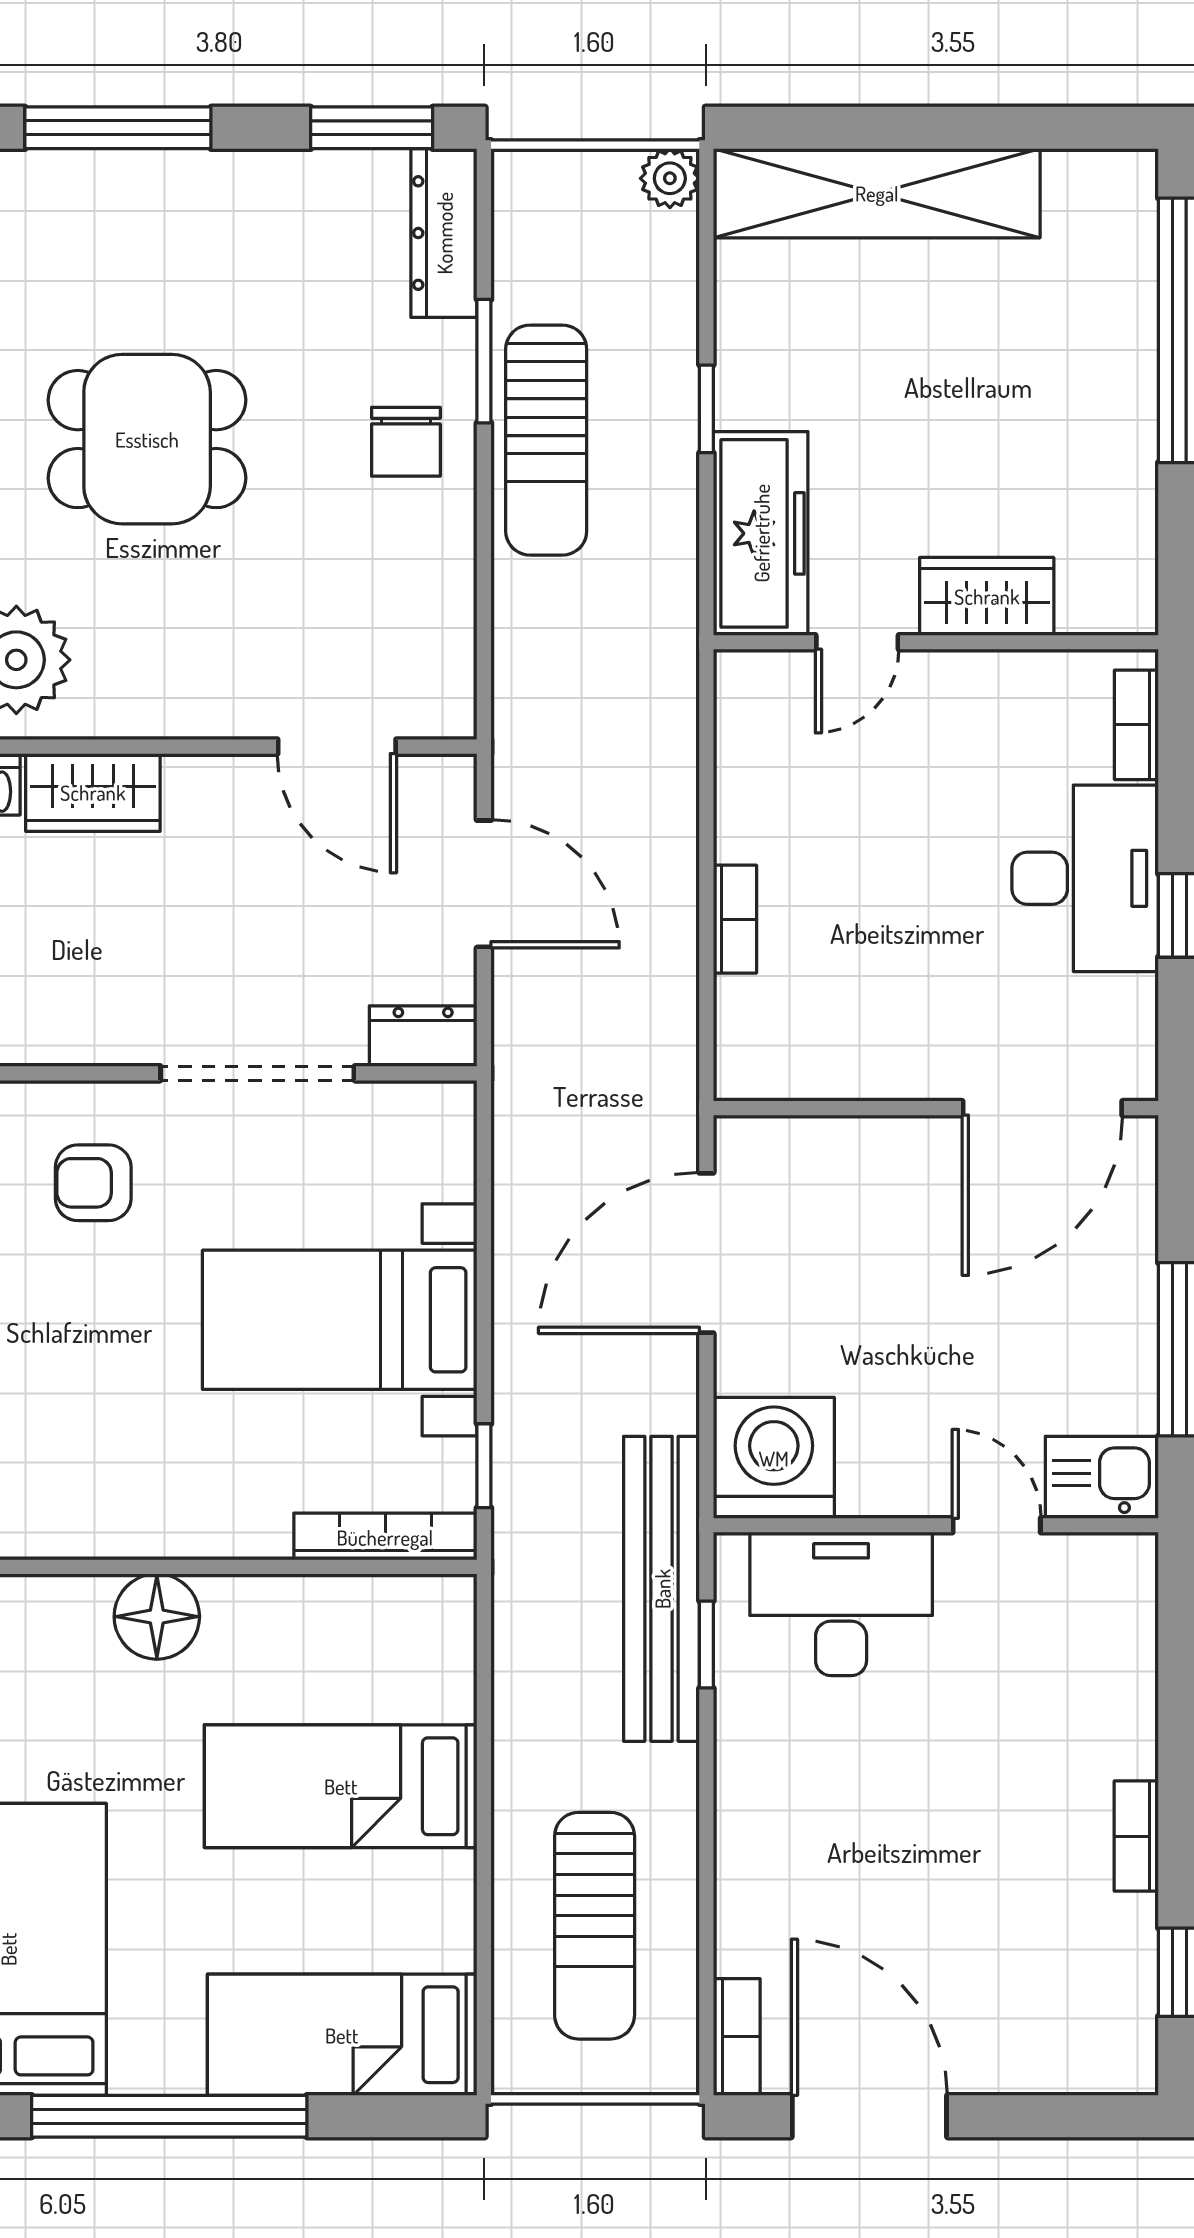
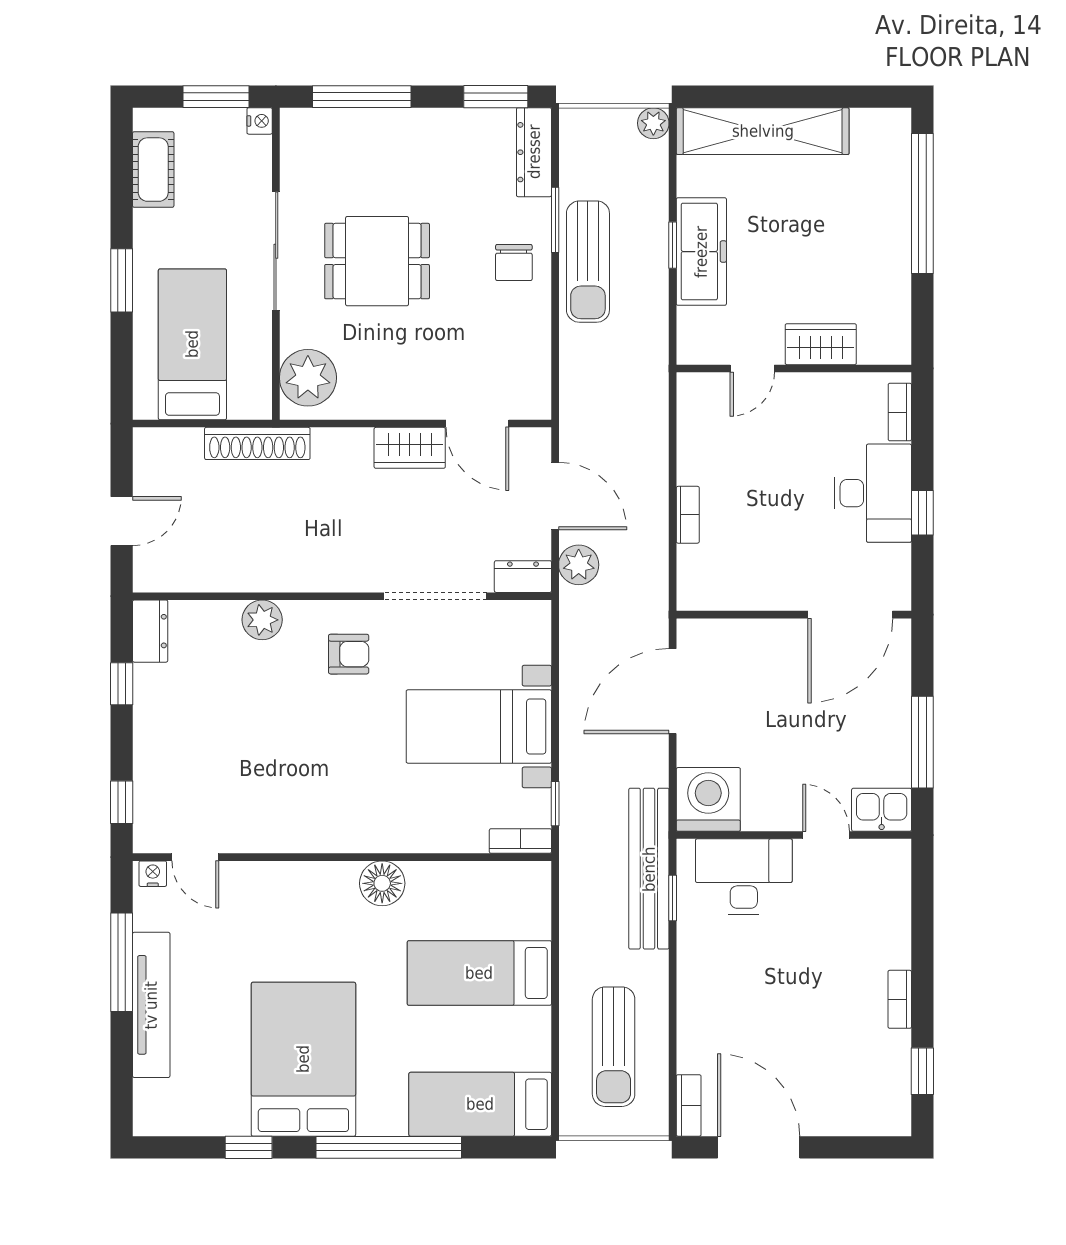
freezer: (761, 533) -> (701, 252), moved
wardrobe: (93, 792) -> (410, 448), moved
plant: (529, 1014) -> (579, 565), added
armchair: (93, 1183) -> (349, 654), turned 180
bookcase: (385, 1537) -> (520, 841), width x0.64

